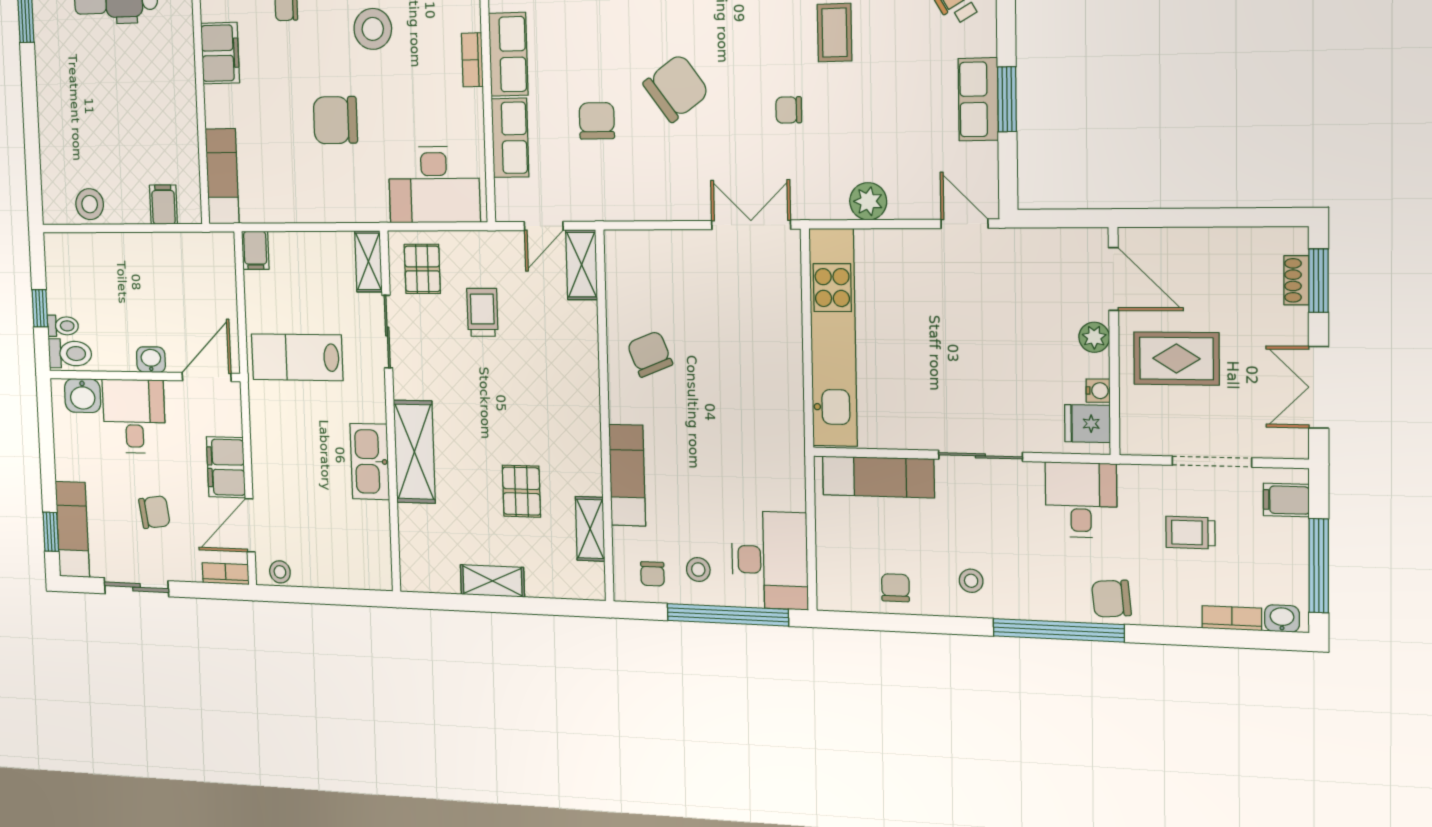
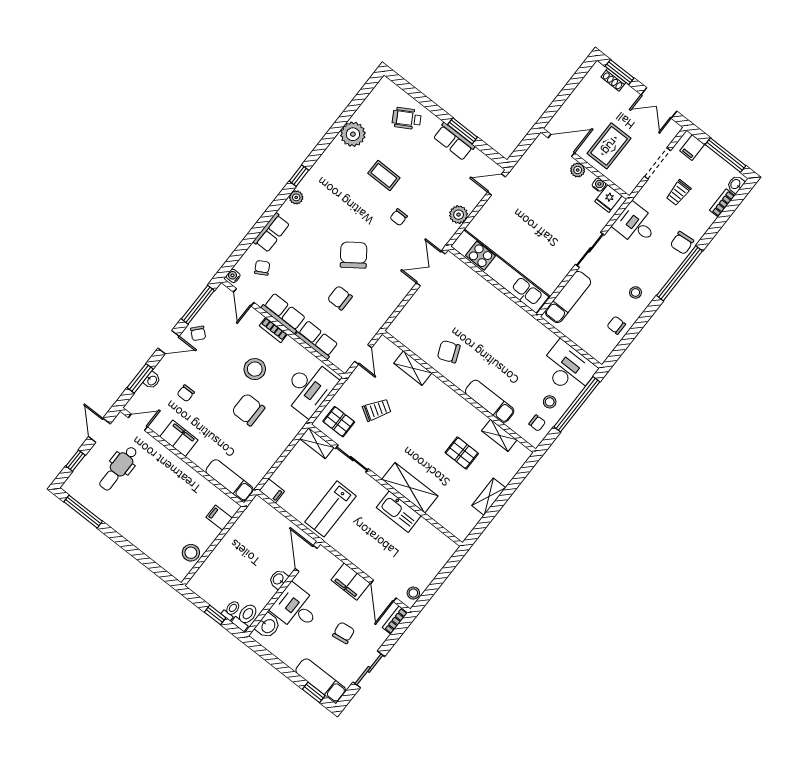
stool: (373, 29) -> (255, 369), moved
chair: (335, 120) -> (248, 410), turned 90
shelving: (582, 265) -> (413, 368), moved
trolley: (482, 312) -> (377, 410), turned 122

